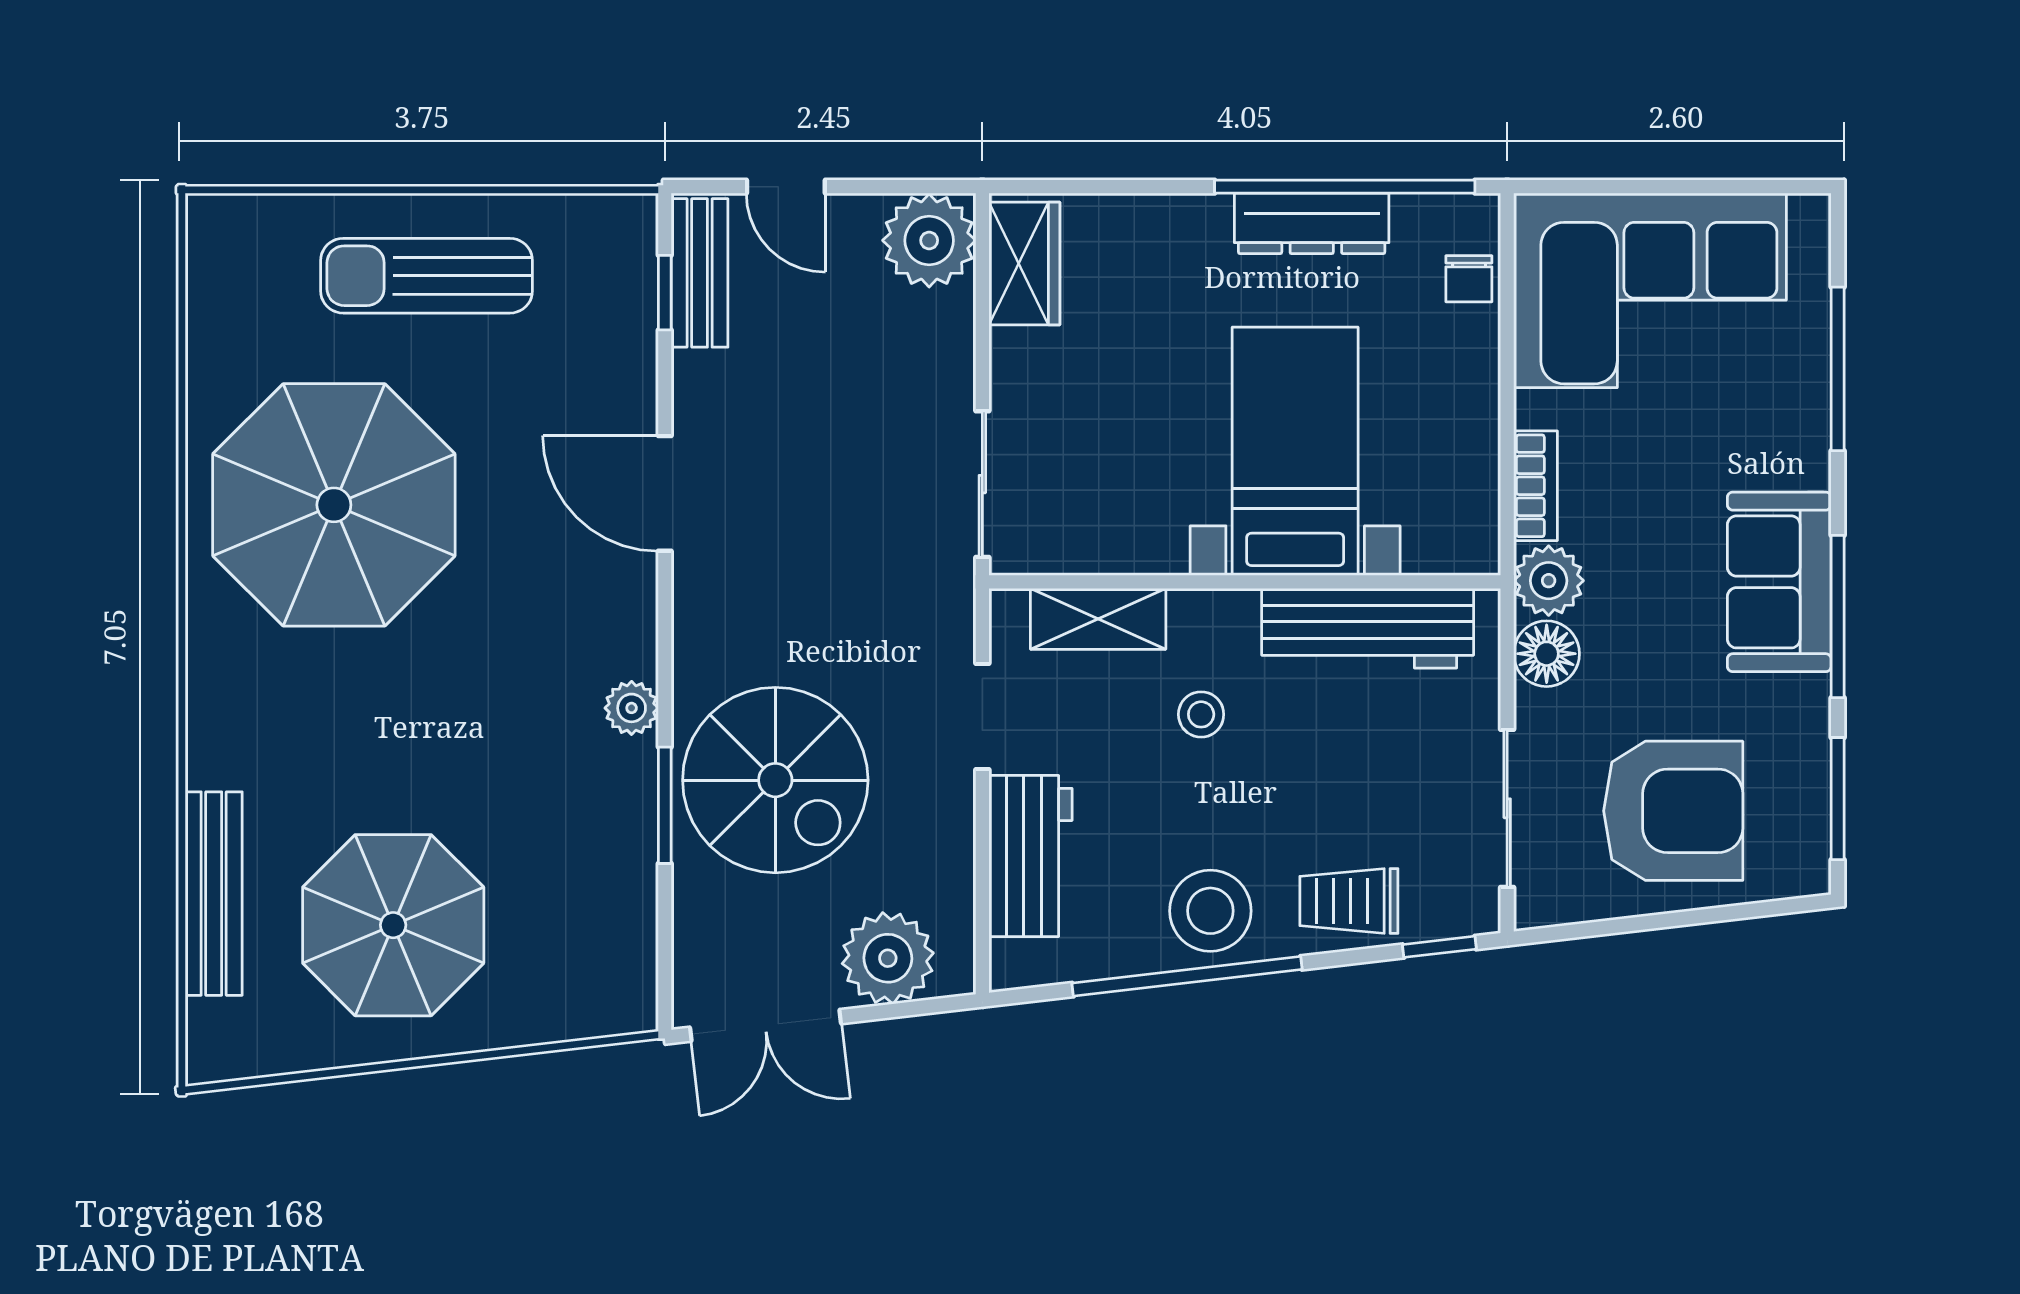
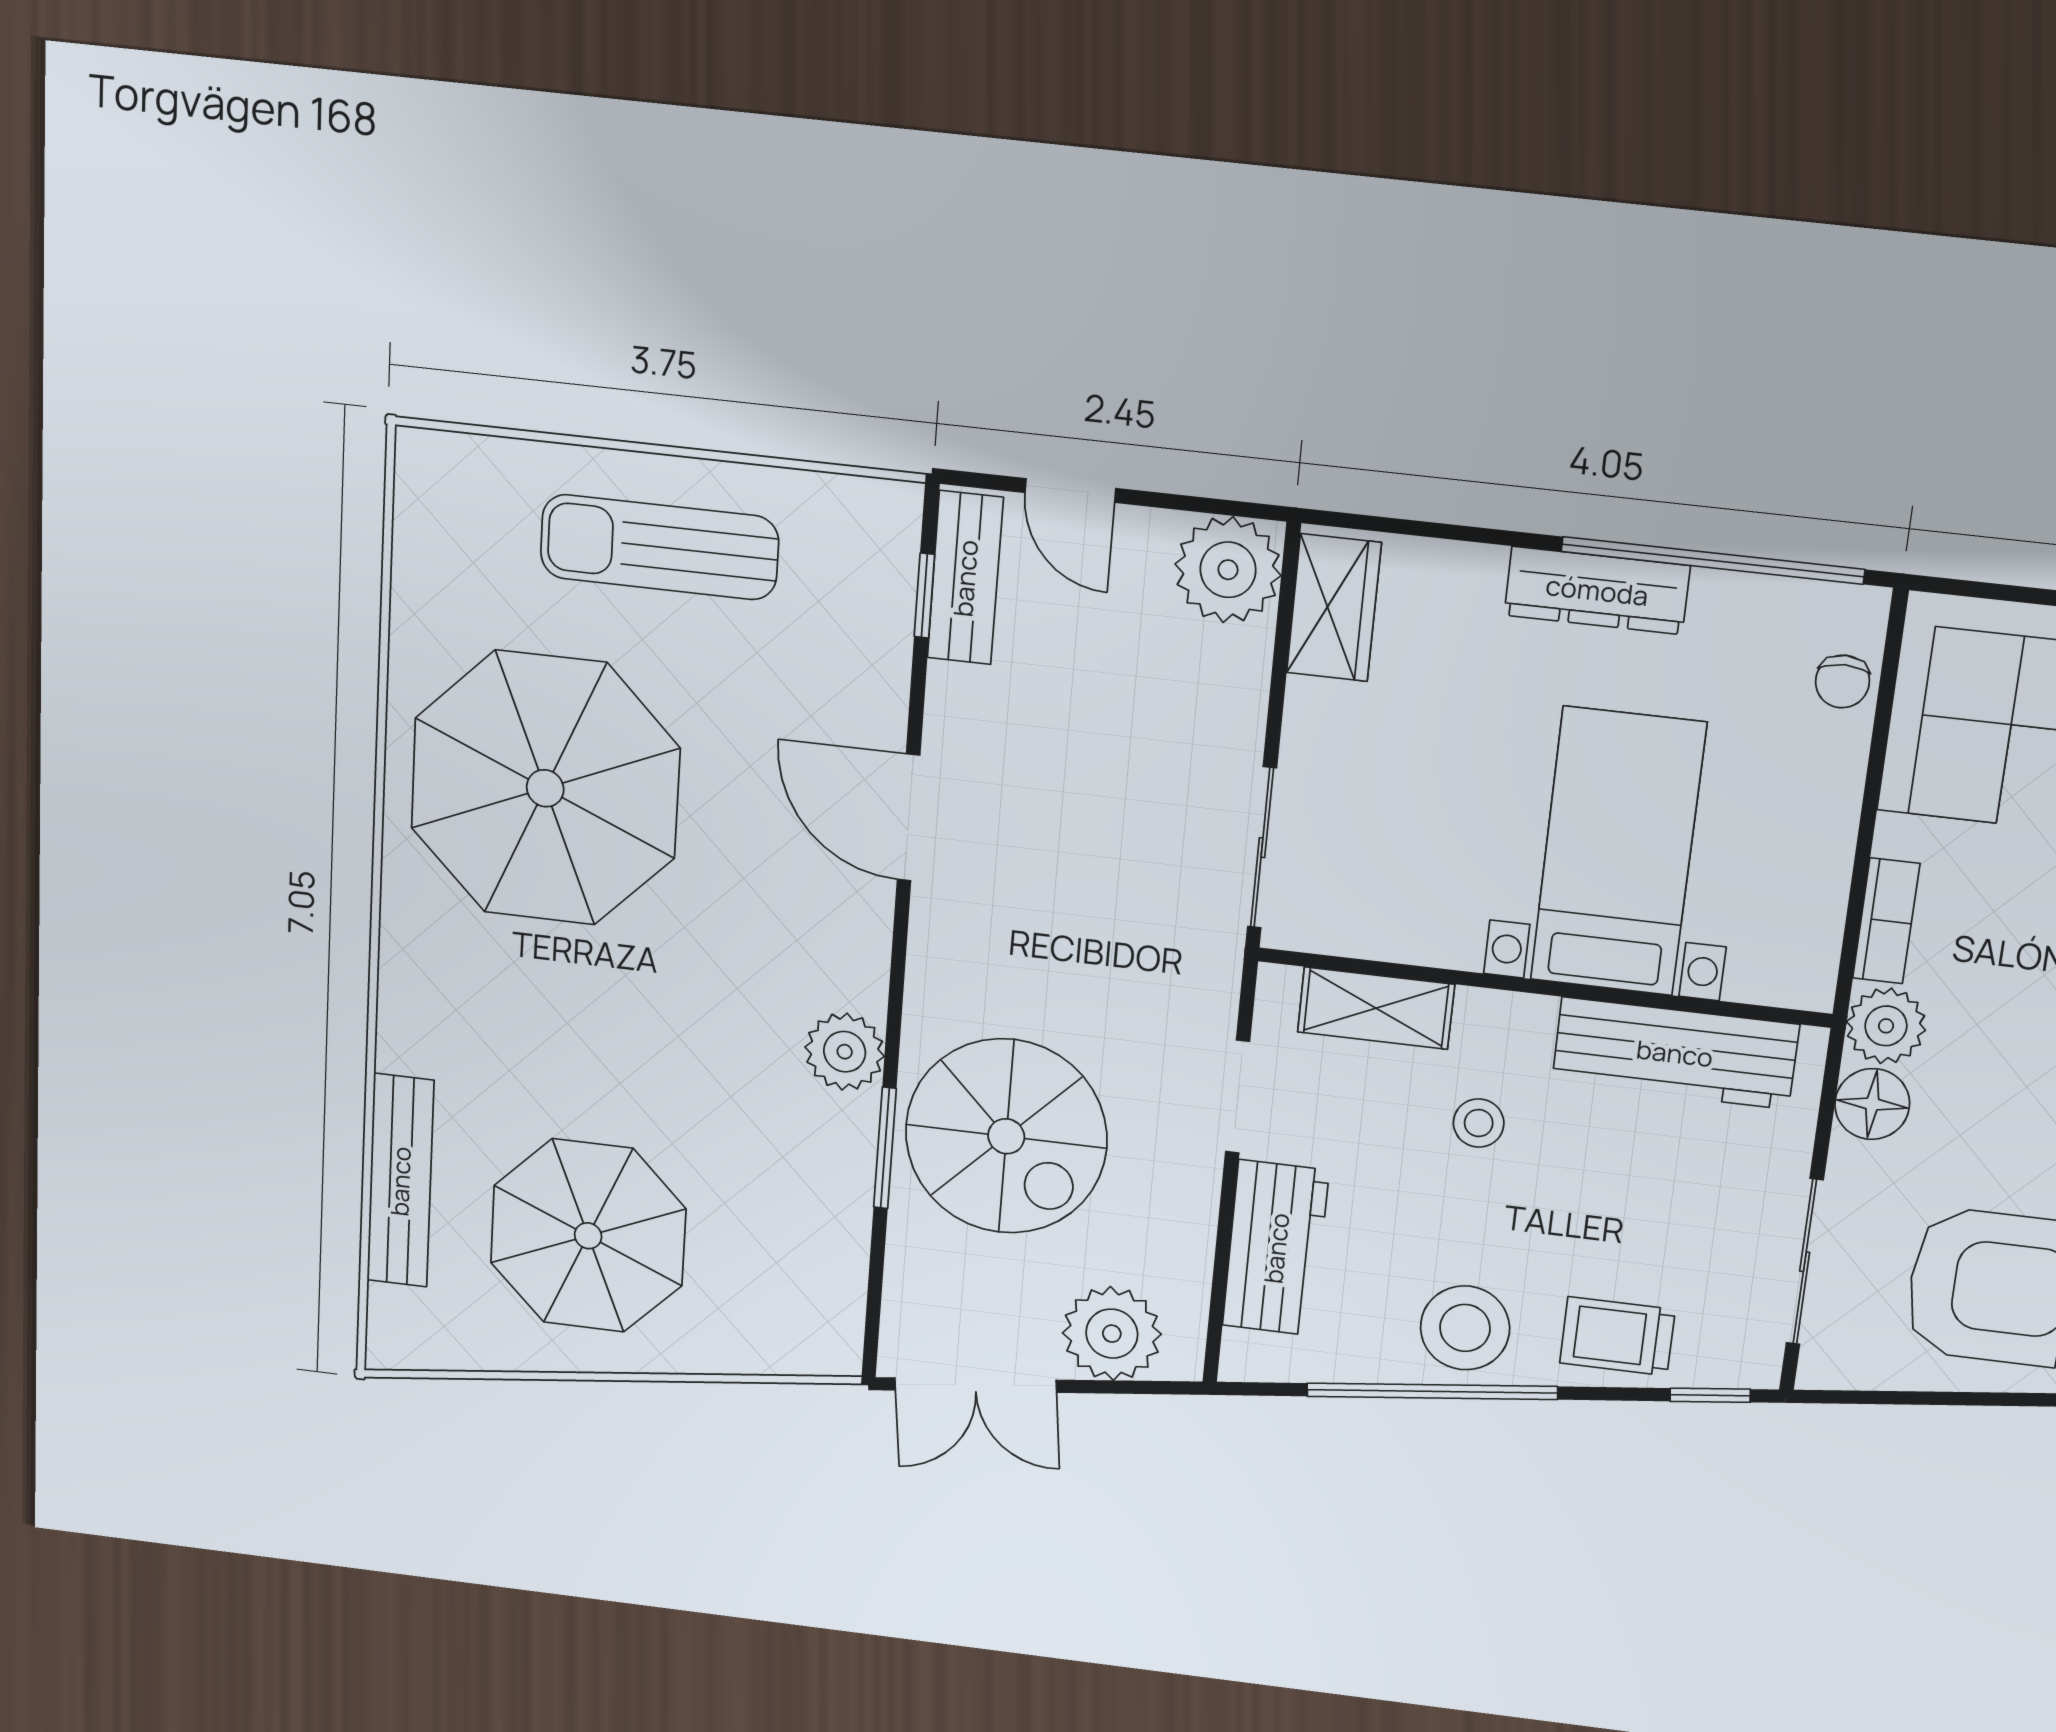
dresser: (1312, 223) -> (1597, 590), moved
plant: (632, 708) -> (845, 1052), width x1.38, depth x1.38

